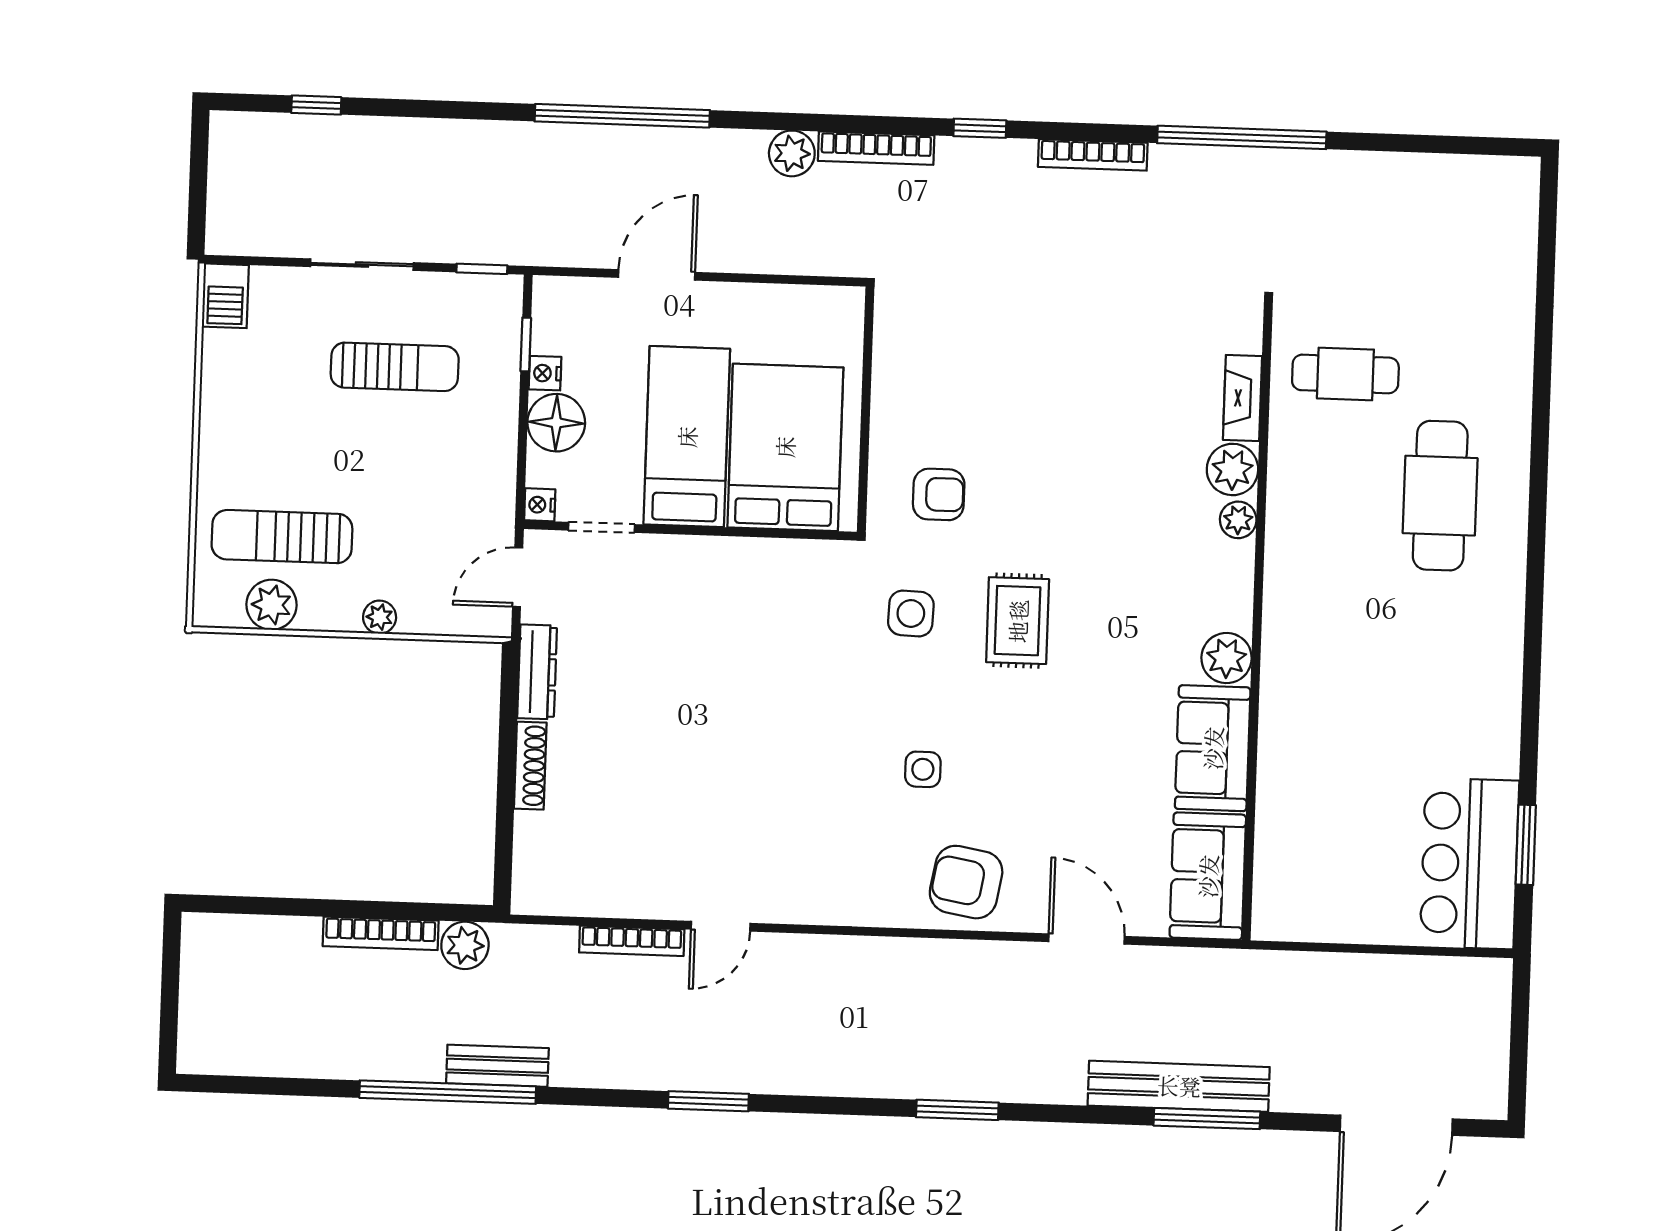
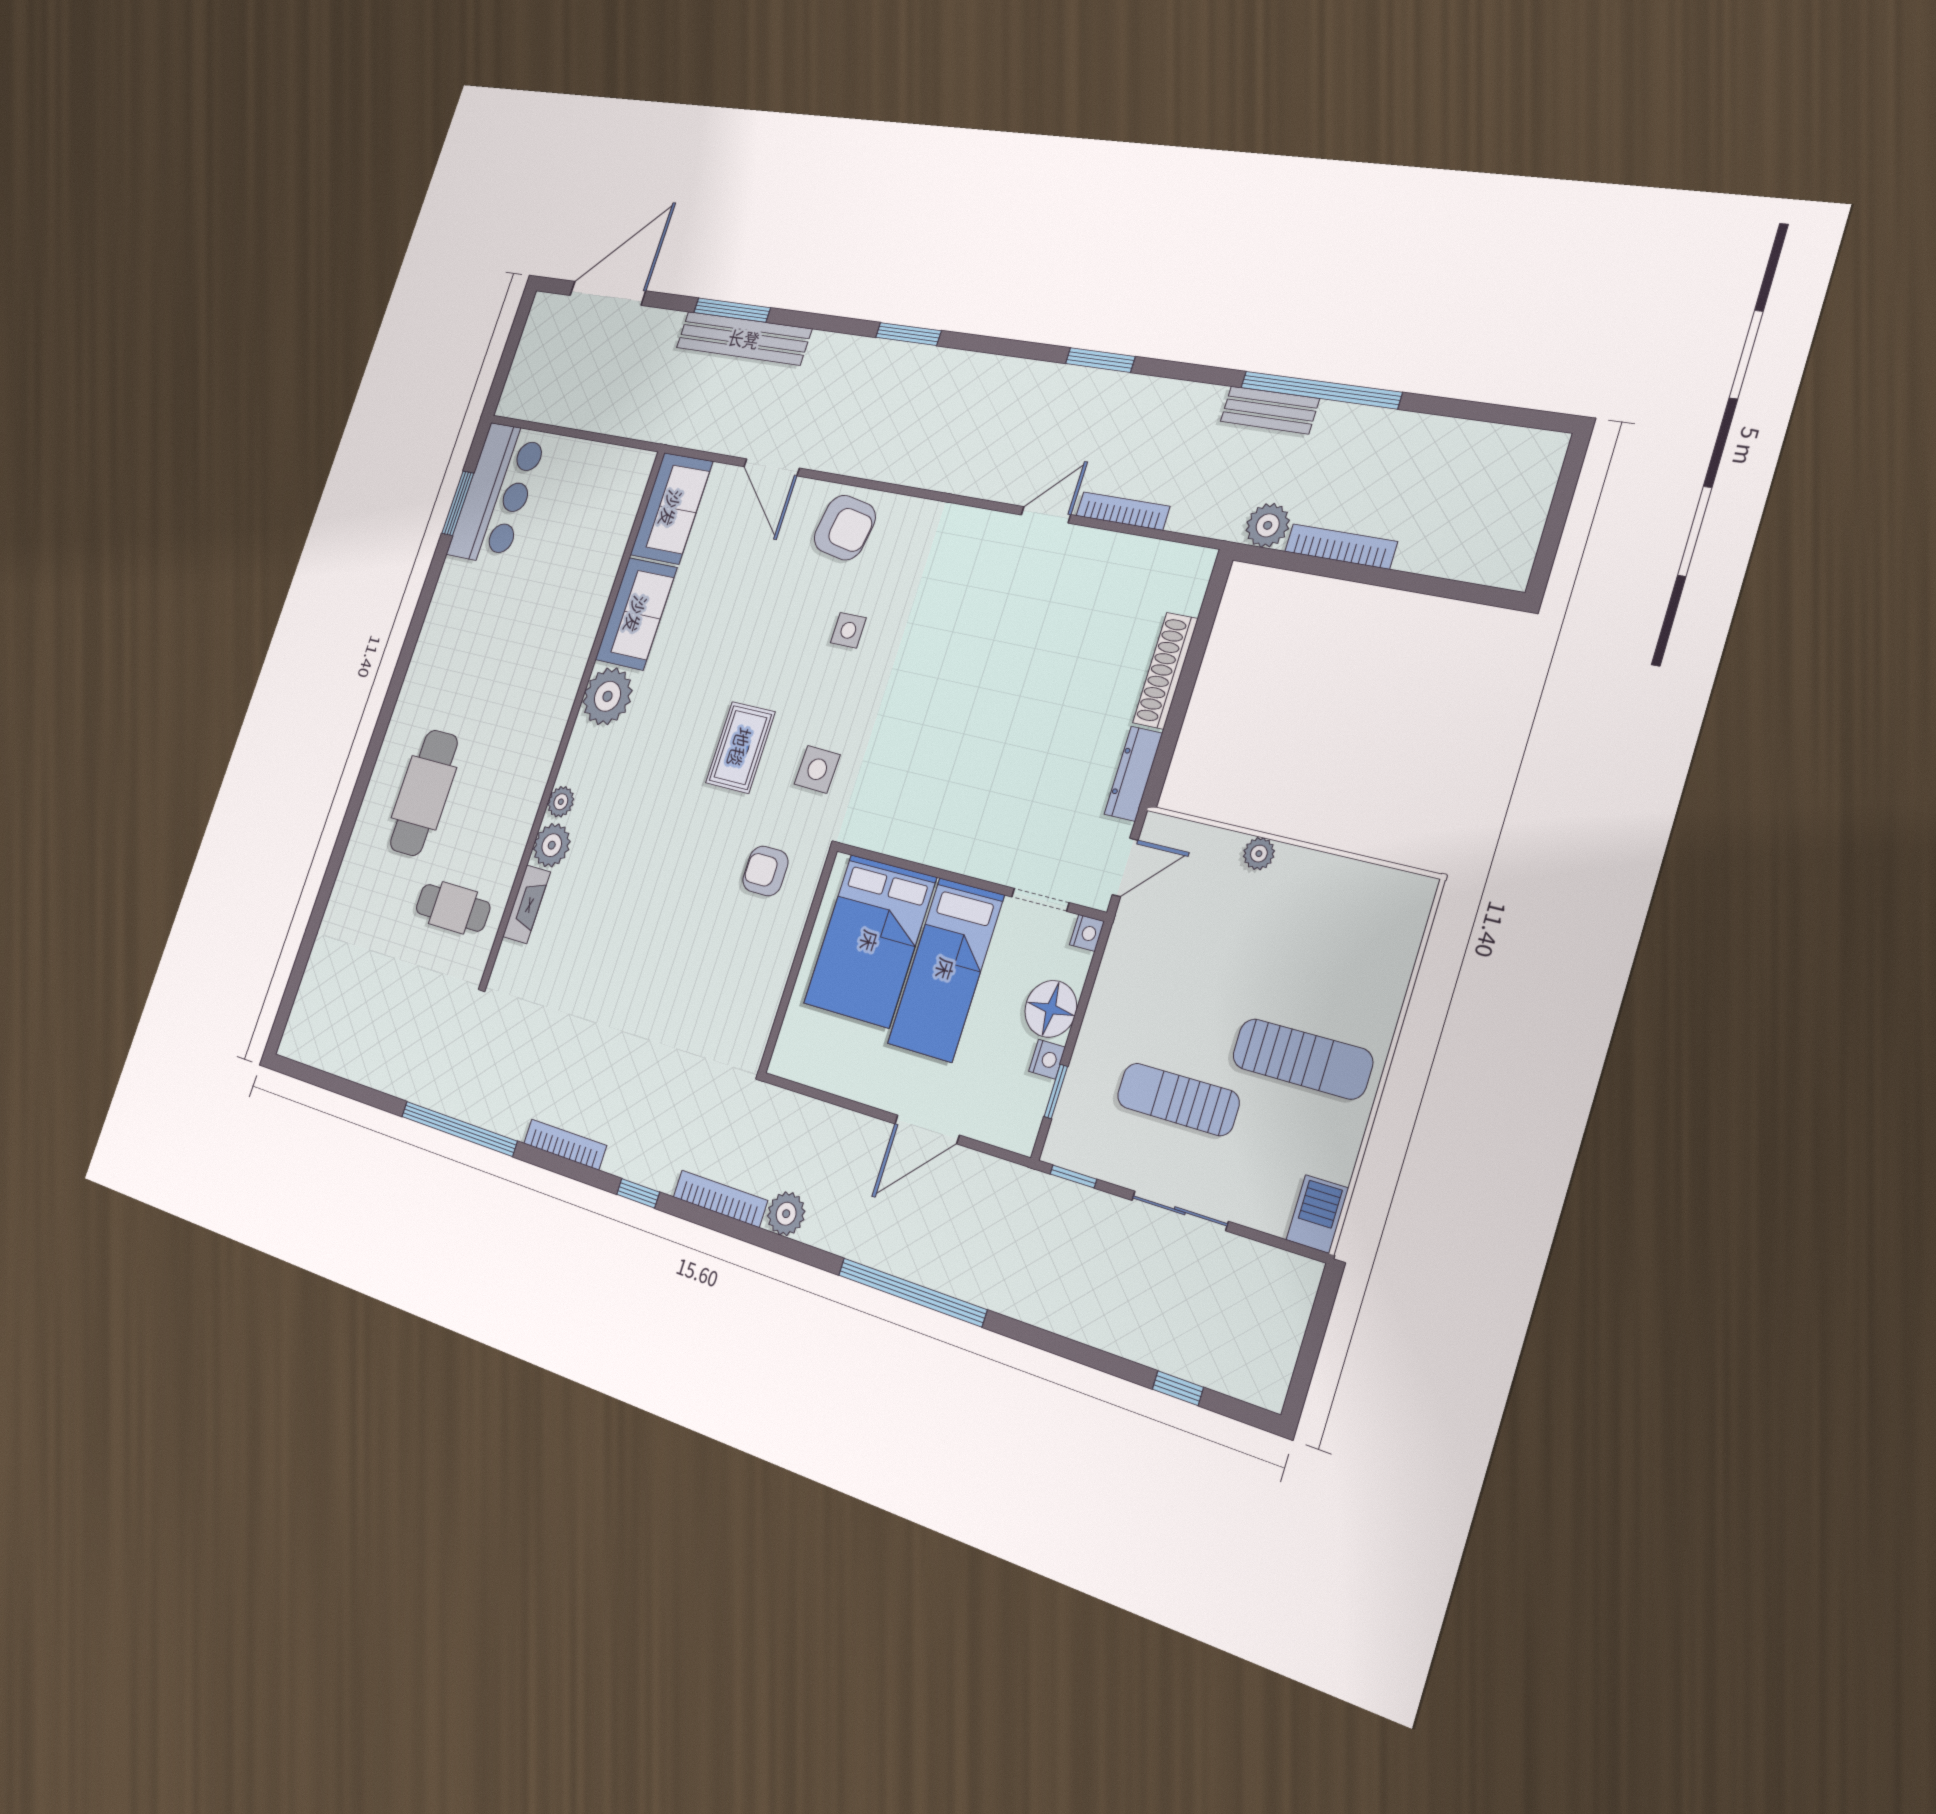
sun lounger: (282, 537) -> (1302, 1059), moved
plant: (272, 605) -> (1357, 886), removed
plant: (1226, 658) -> (607, 696), width x1.36, depth x1.36
shoe rack: (530, 766) -> (1165, 671), width x1.36, depth x1.24

